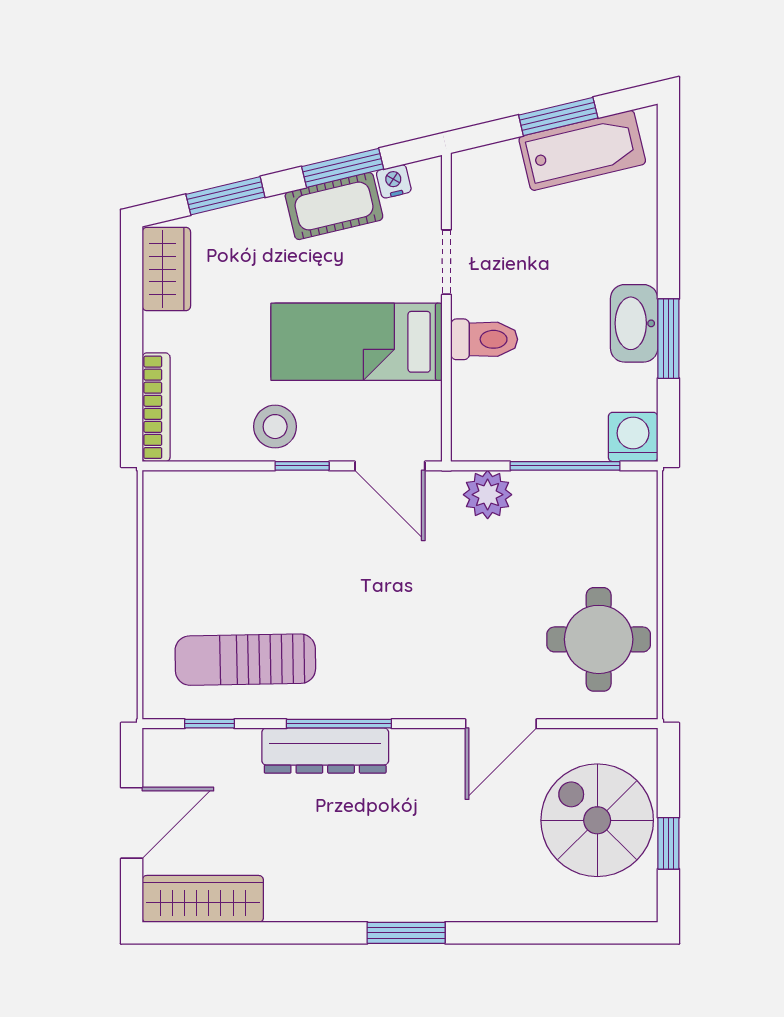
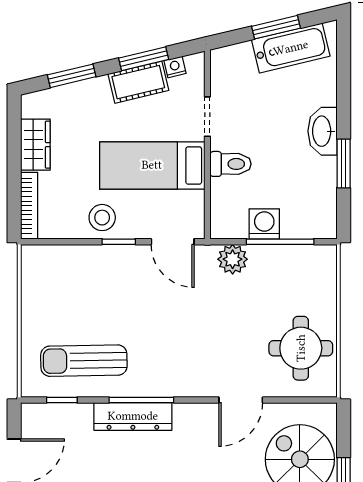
wardrobe: (166, 269) -> (35, 145), moved
washbasin: (634, 323) -> (323, 131), moved
washing machine: (633, 437) -> (264, 224), moved

